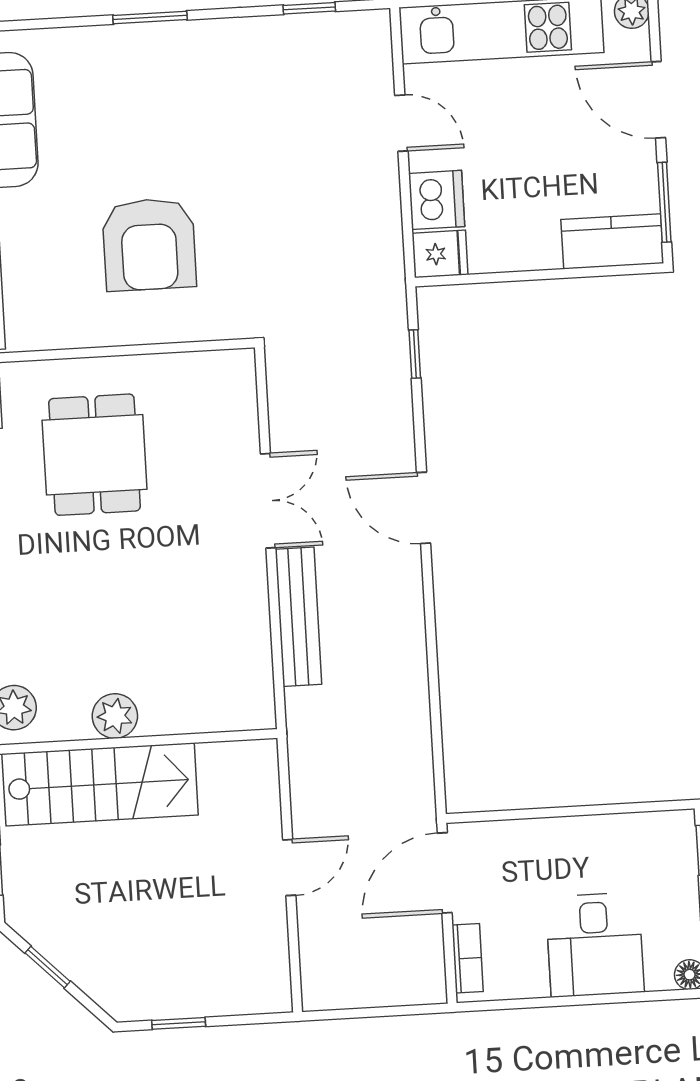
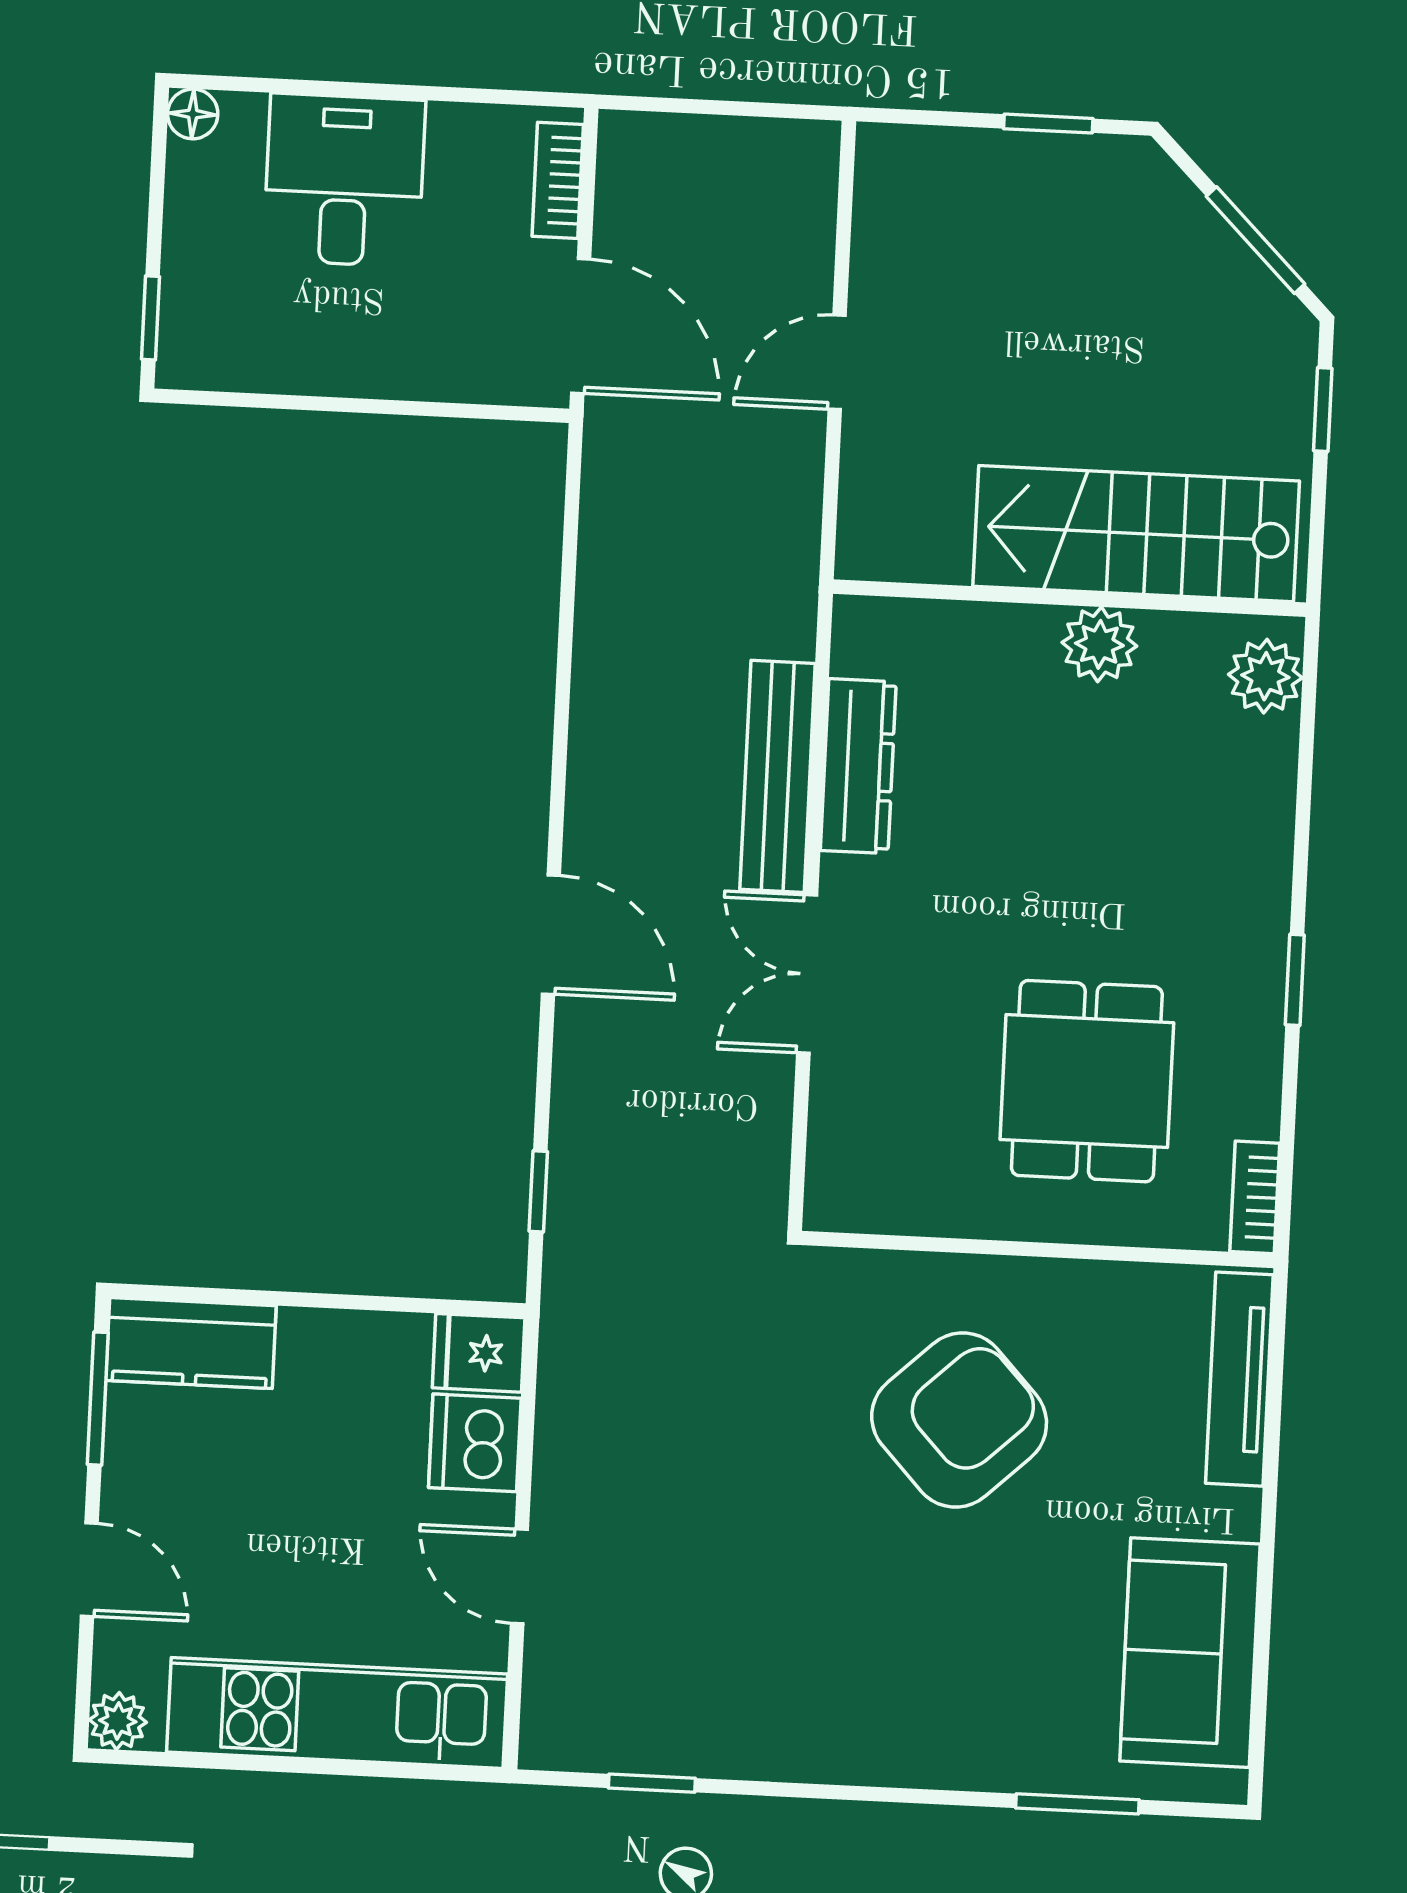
window: (150, 17) -> (1077, 1804), moved
door: (658, 100) -> (89, 1570), width x0.73
armchair: (149, 244) -> (959, 1420), turned 47
dresser: (251, 628) -> (858, 766), added
door: (445, 873) -> (581, 326), hinge flipped
window: (48, 967) -> (1255, 240), width x1.50

